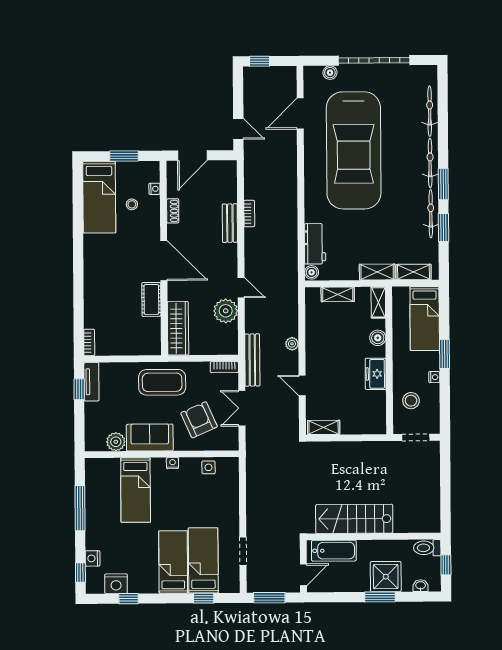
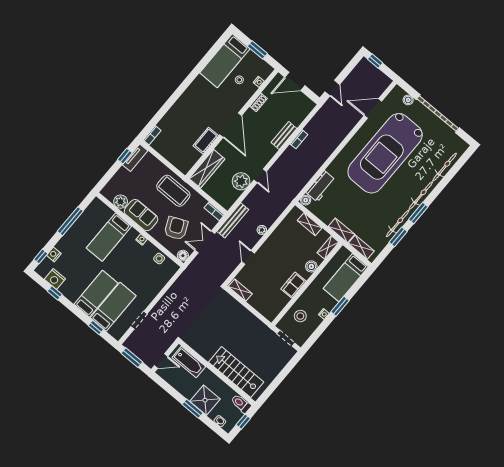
floor lamp: (231, 443) -> (183, 256), added
stairs: (354, 519) -> (236, 372), moved

